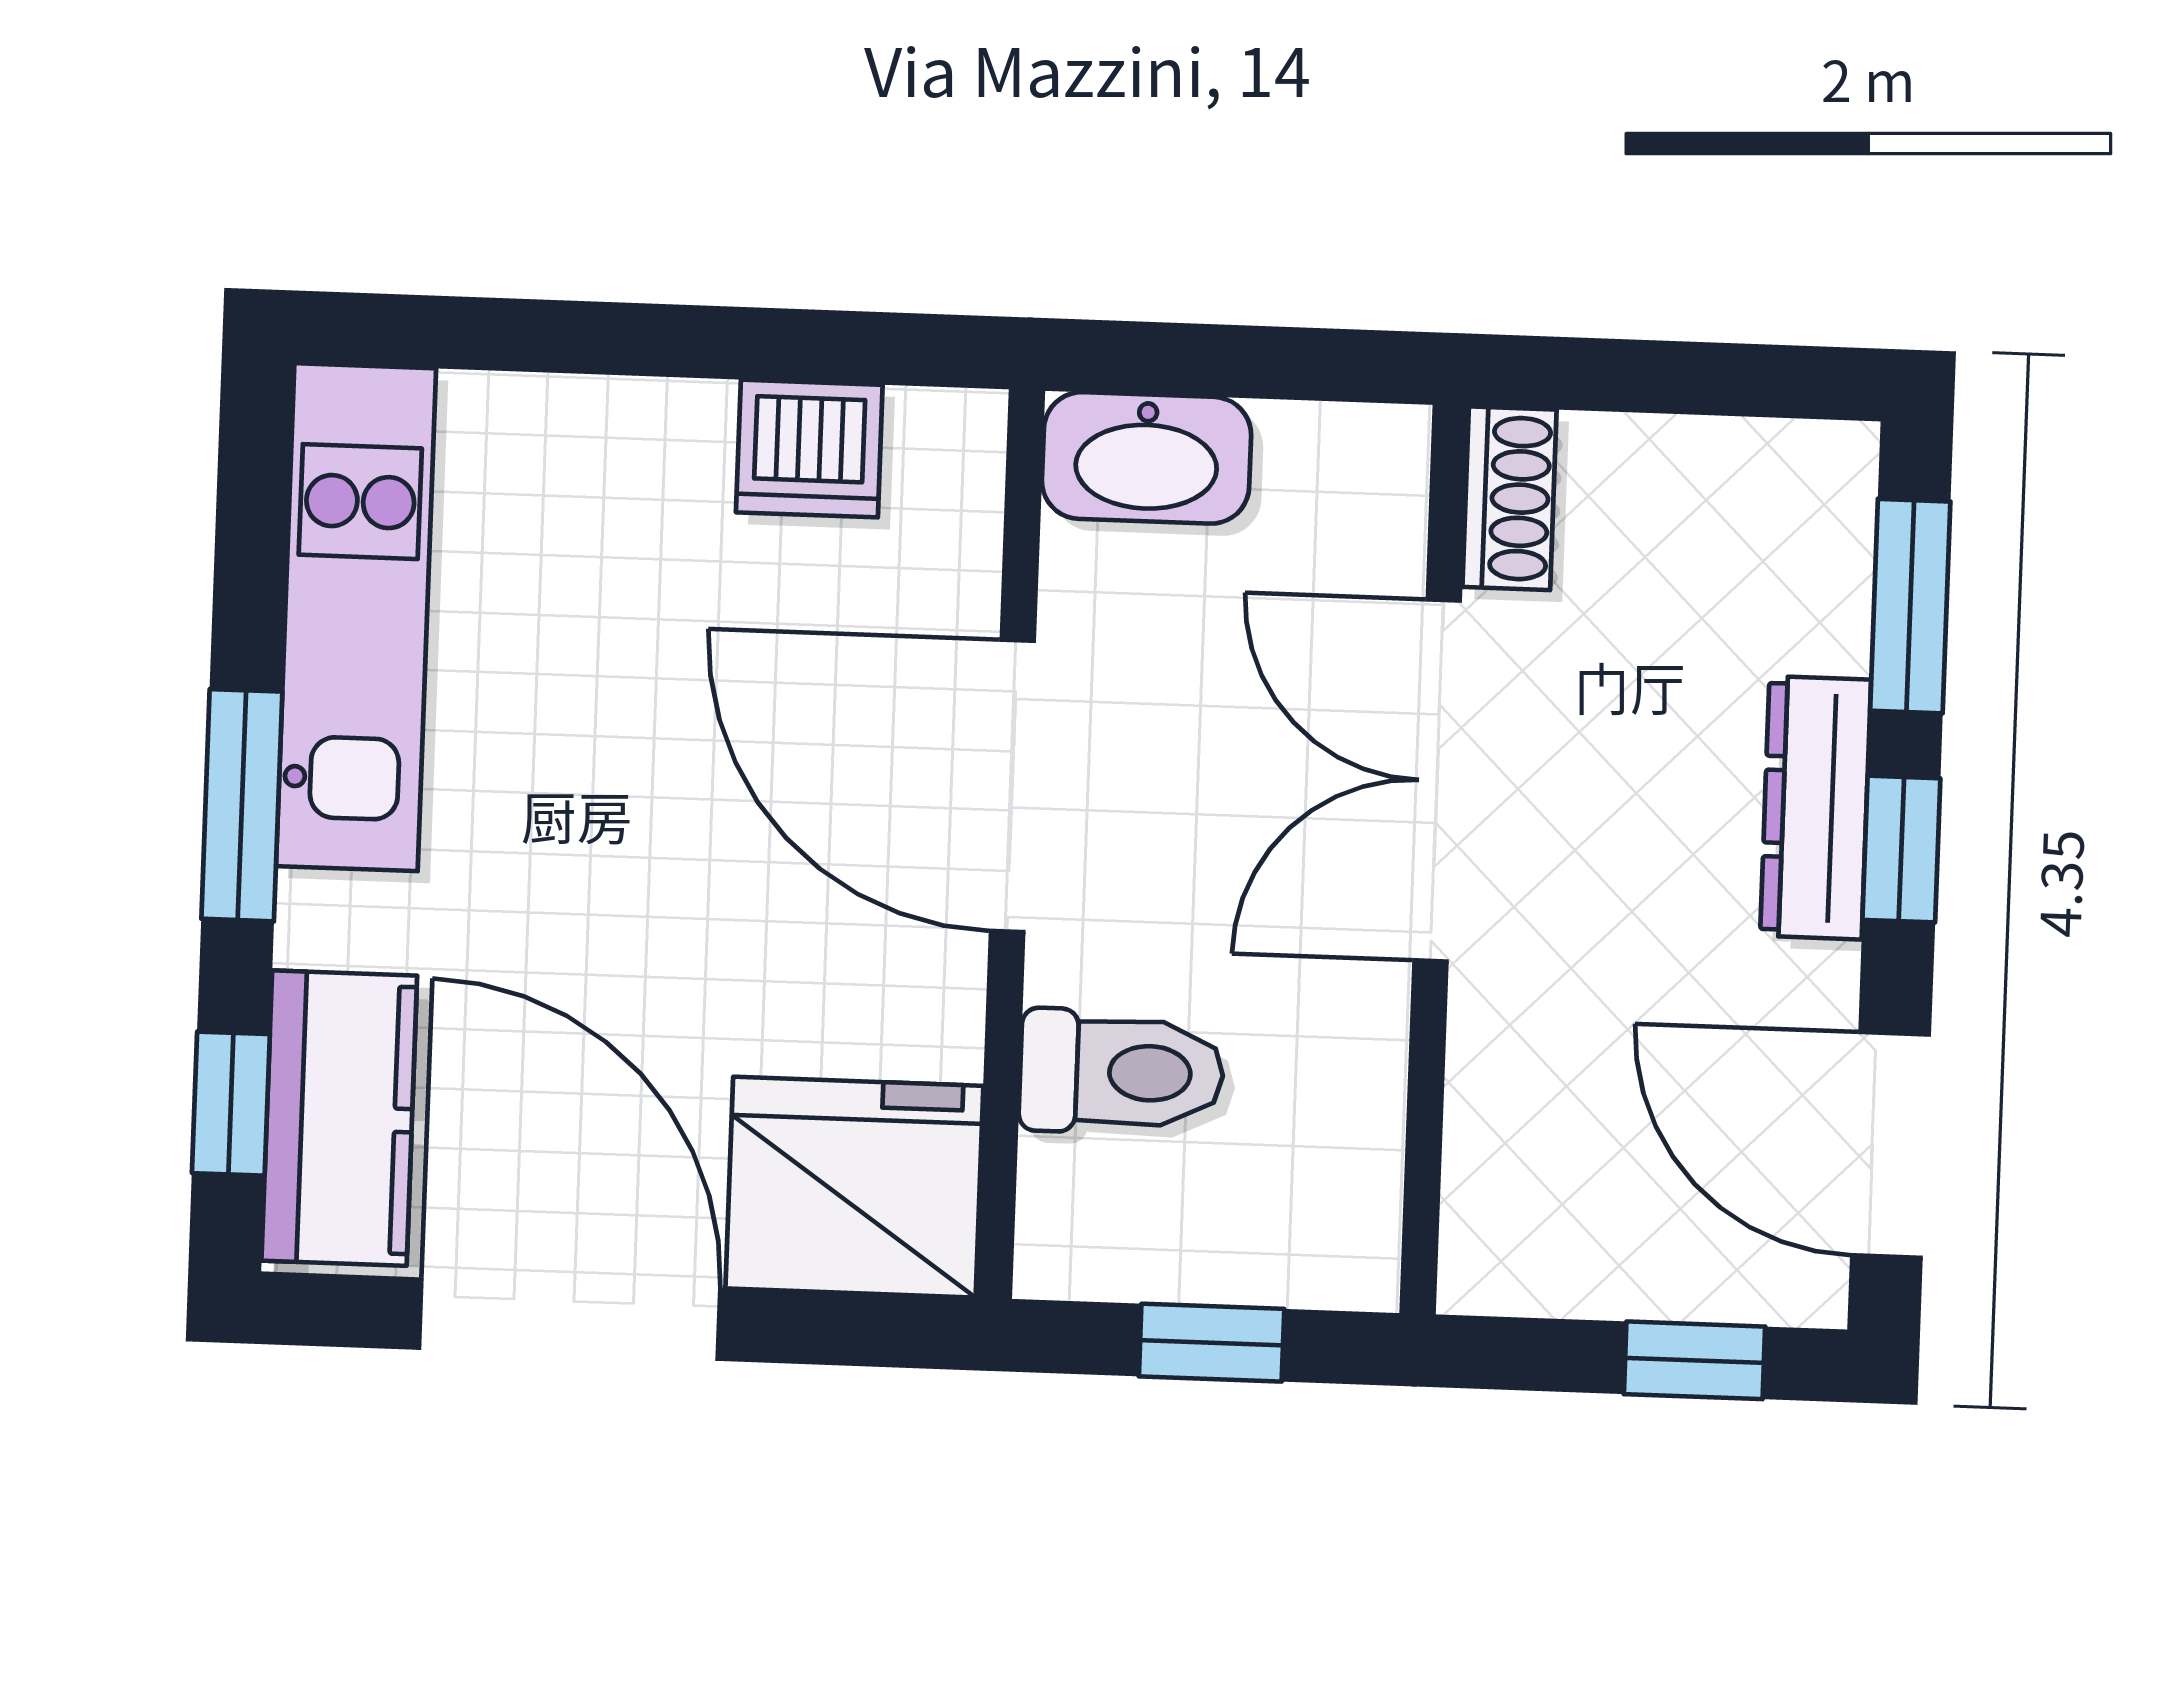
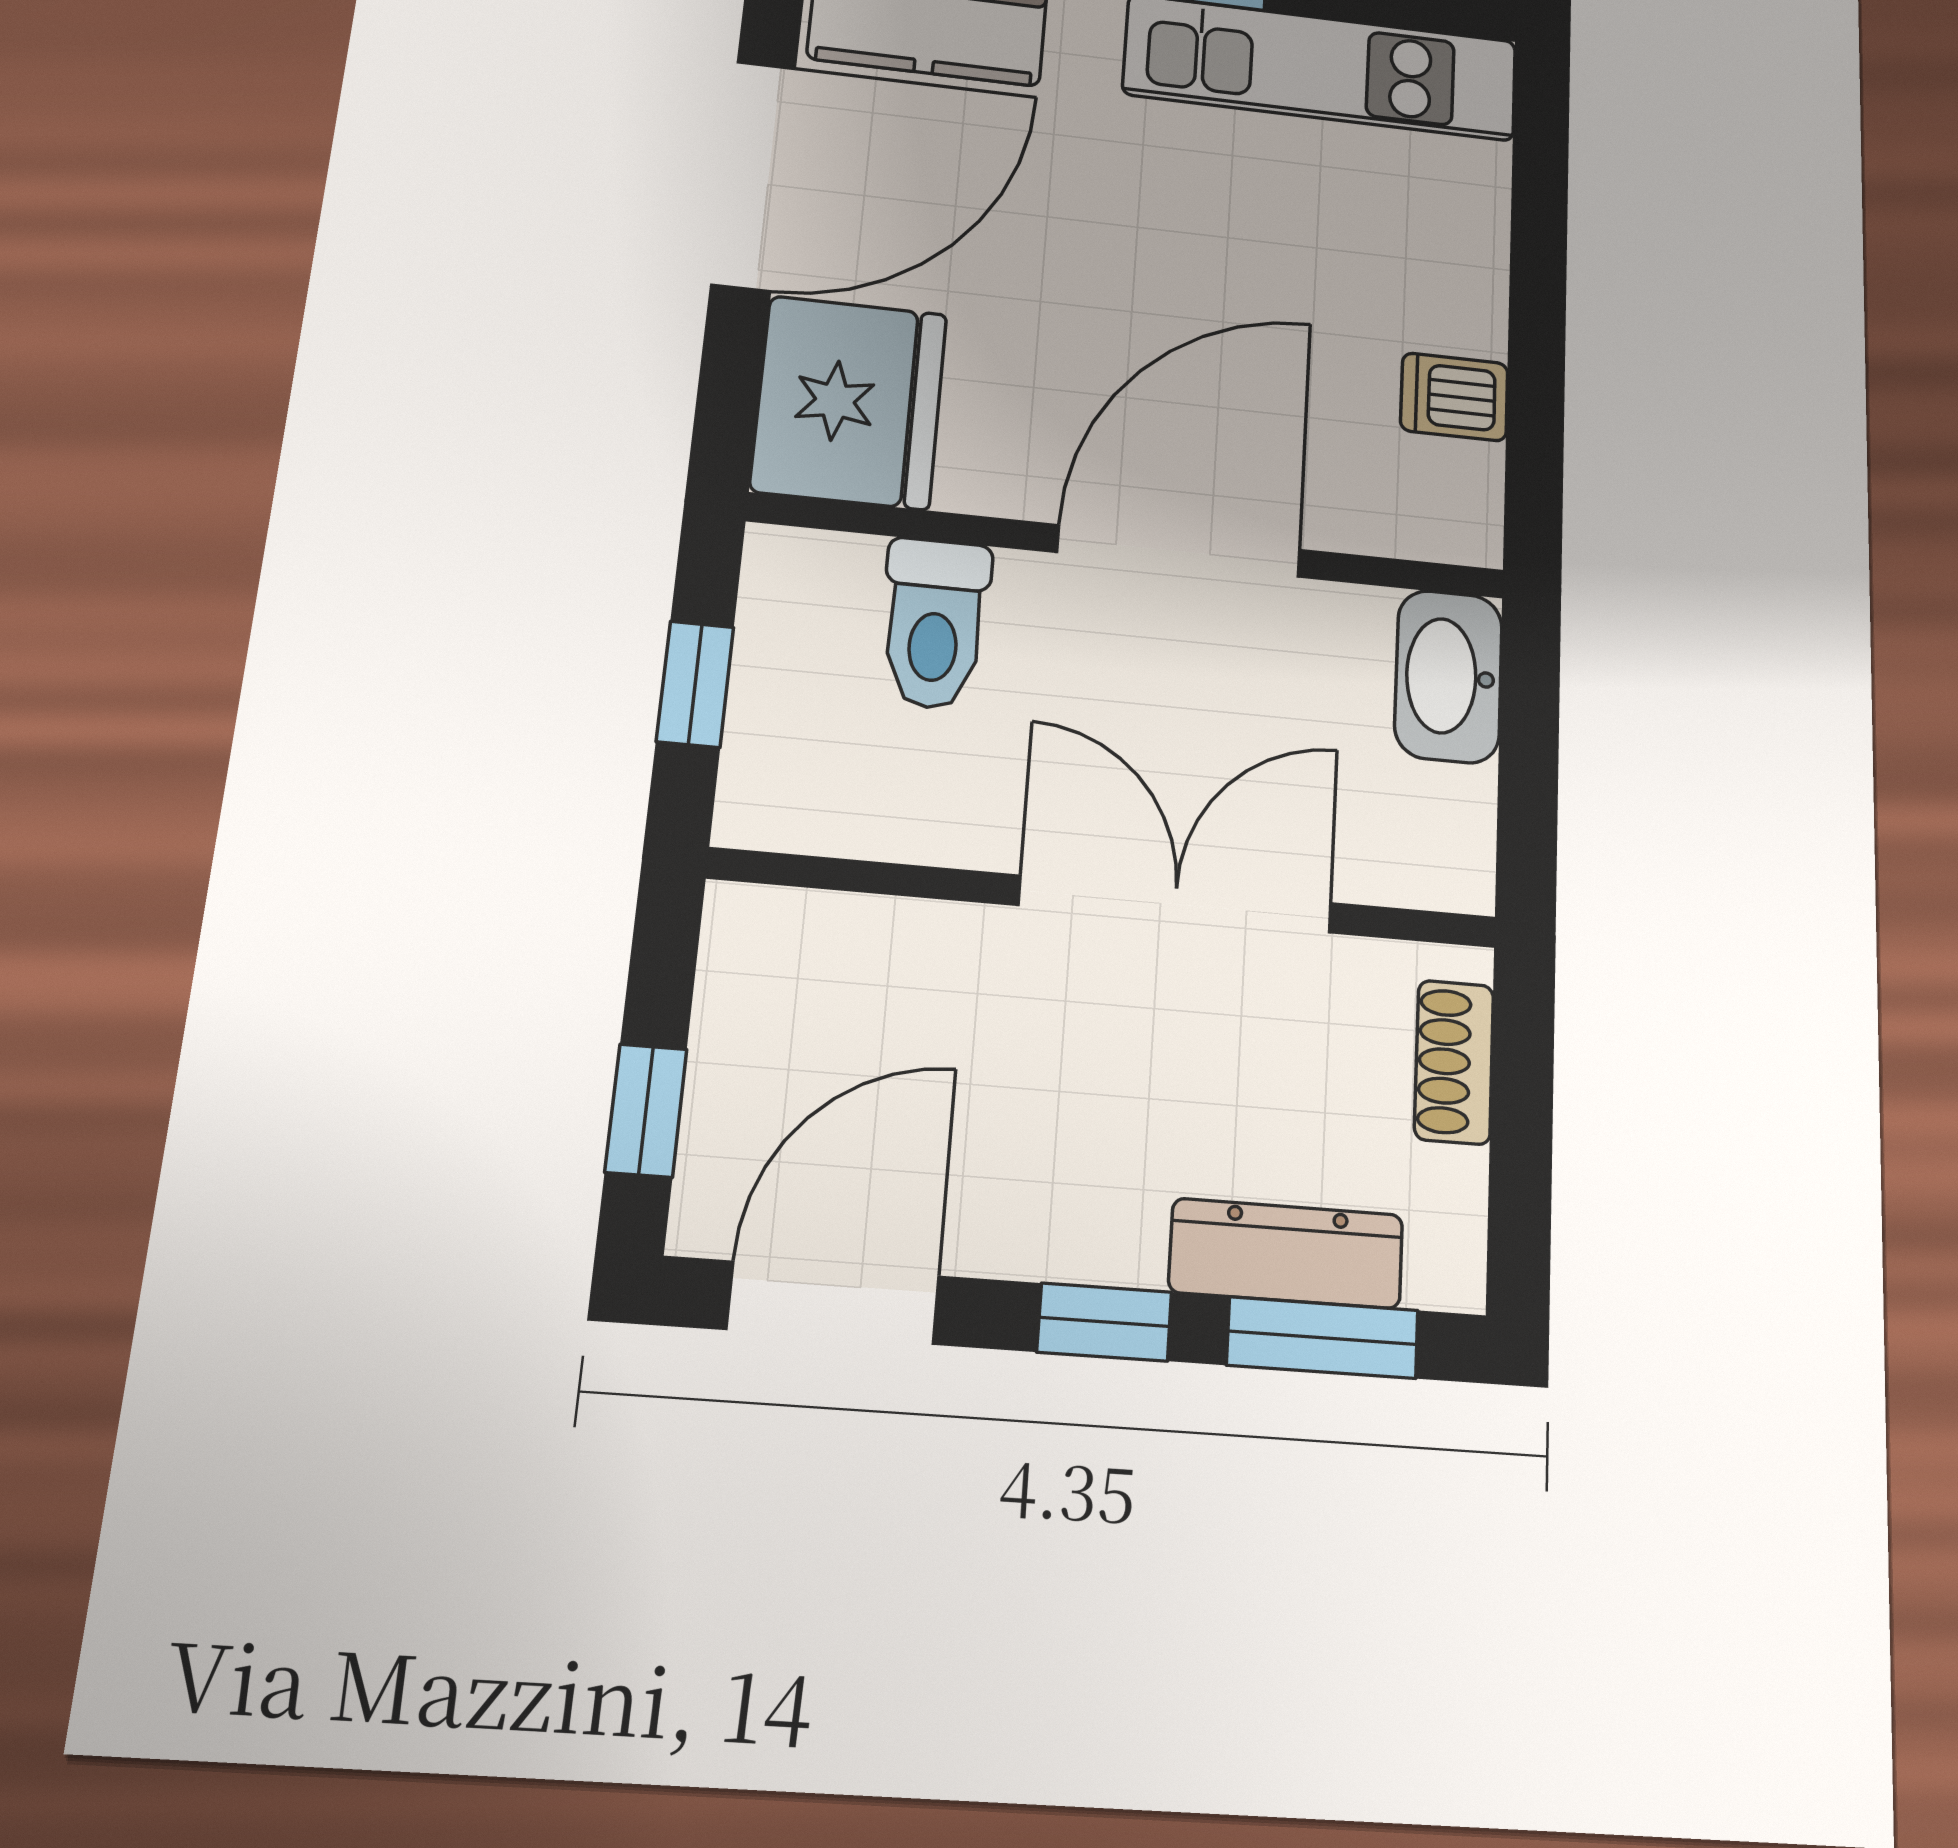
dishwasher: (809, 449) -> (1454, 397), width x0.73
shoe rack: (1510, 498) -> (1454, 1062), moved, turned 90
dresser: (1816, 808) -> (1286, 1253), moved

